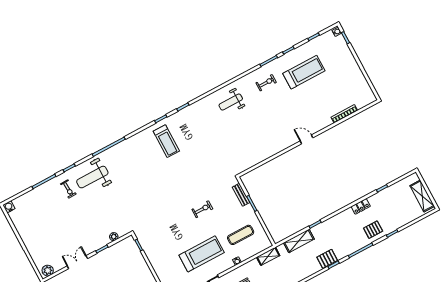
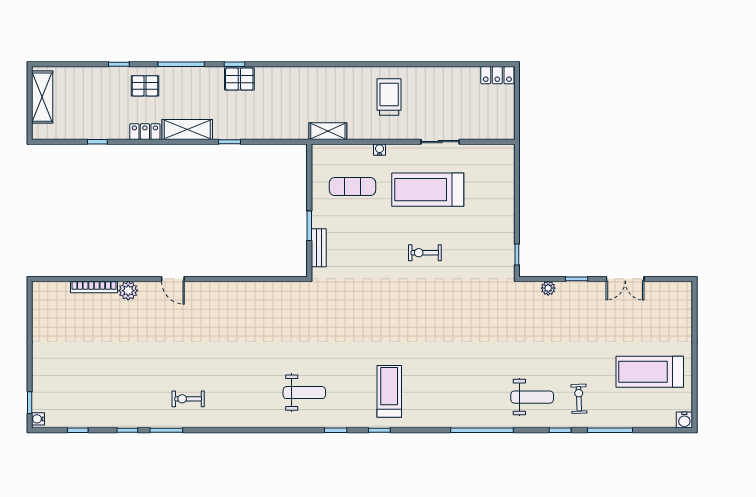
treadmill: (304, 72) -> (650, 372), moved
weight bench: (231, 102) -> (304, 393), moved
weight bench: (92, 177) -> (532, 397), width x0.73, depth x0.75
exercise bike: (202, 209) -> (425, 253), moved
shelving: (299, 241) -> (187, 130), moved
plant: (48, 271) -> (128, 291), moved

